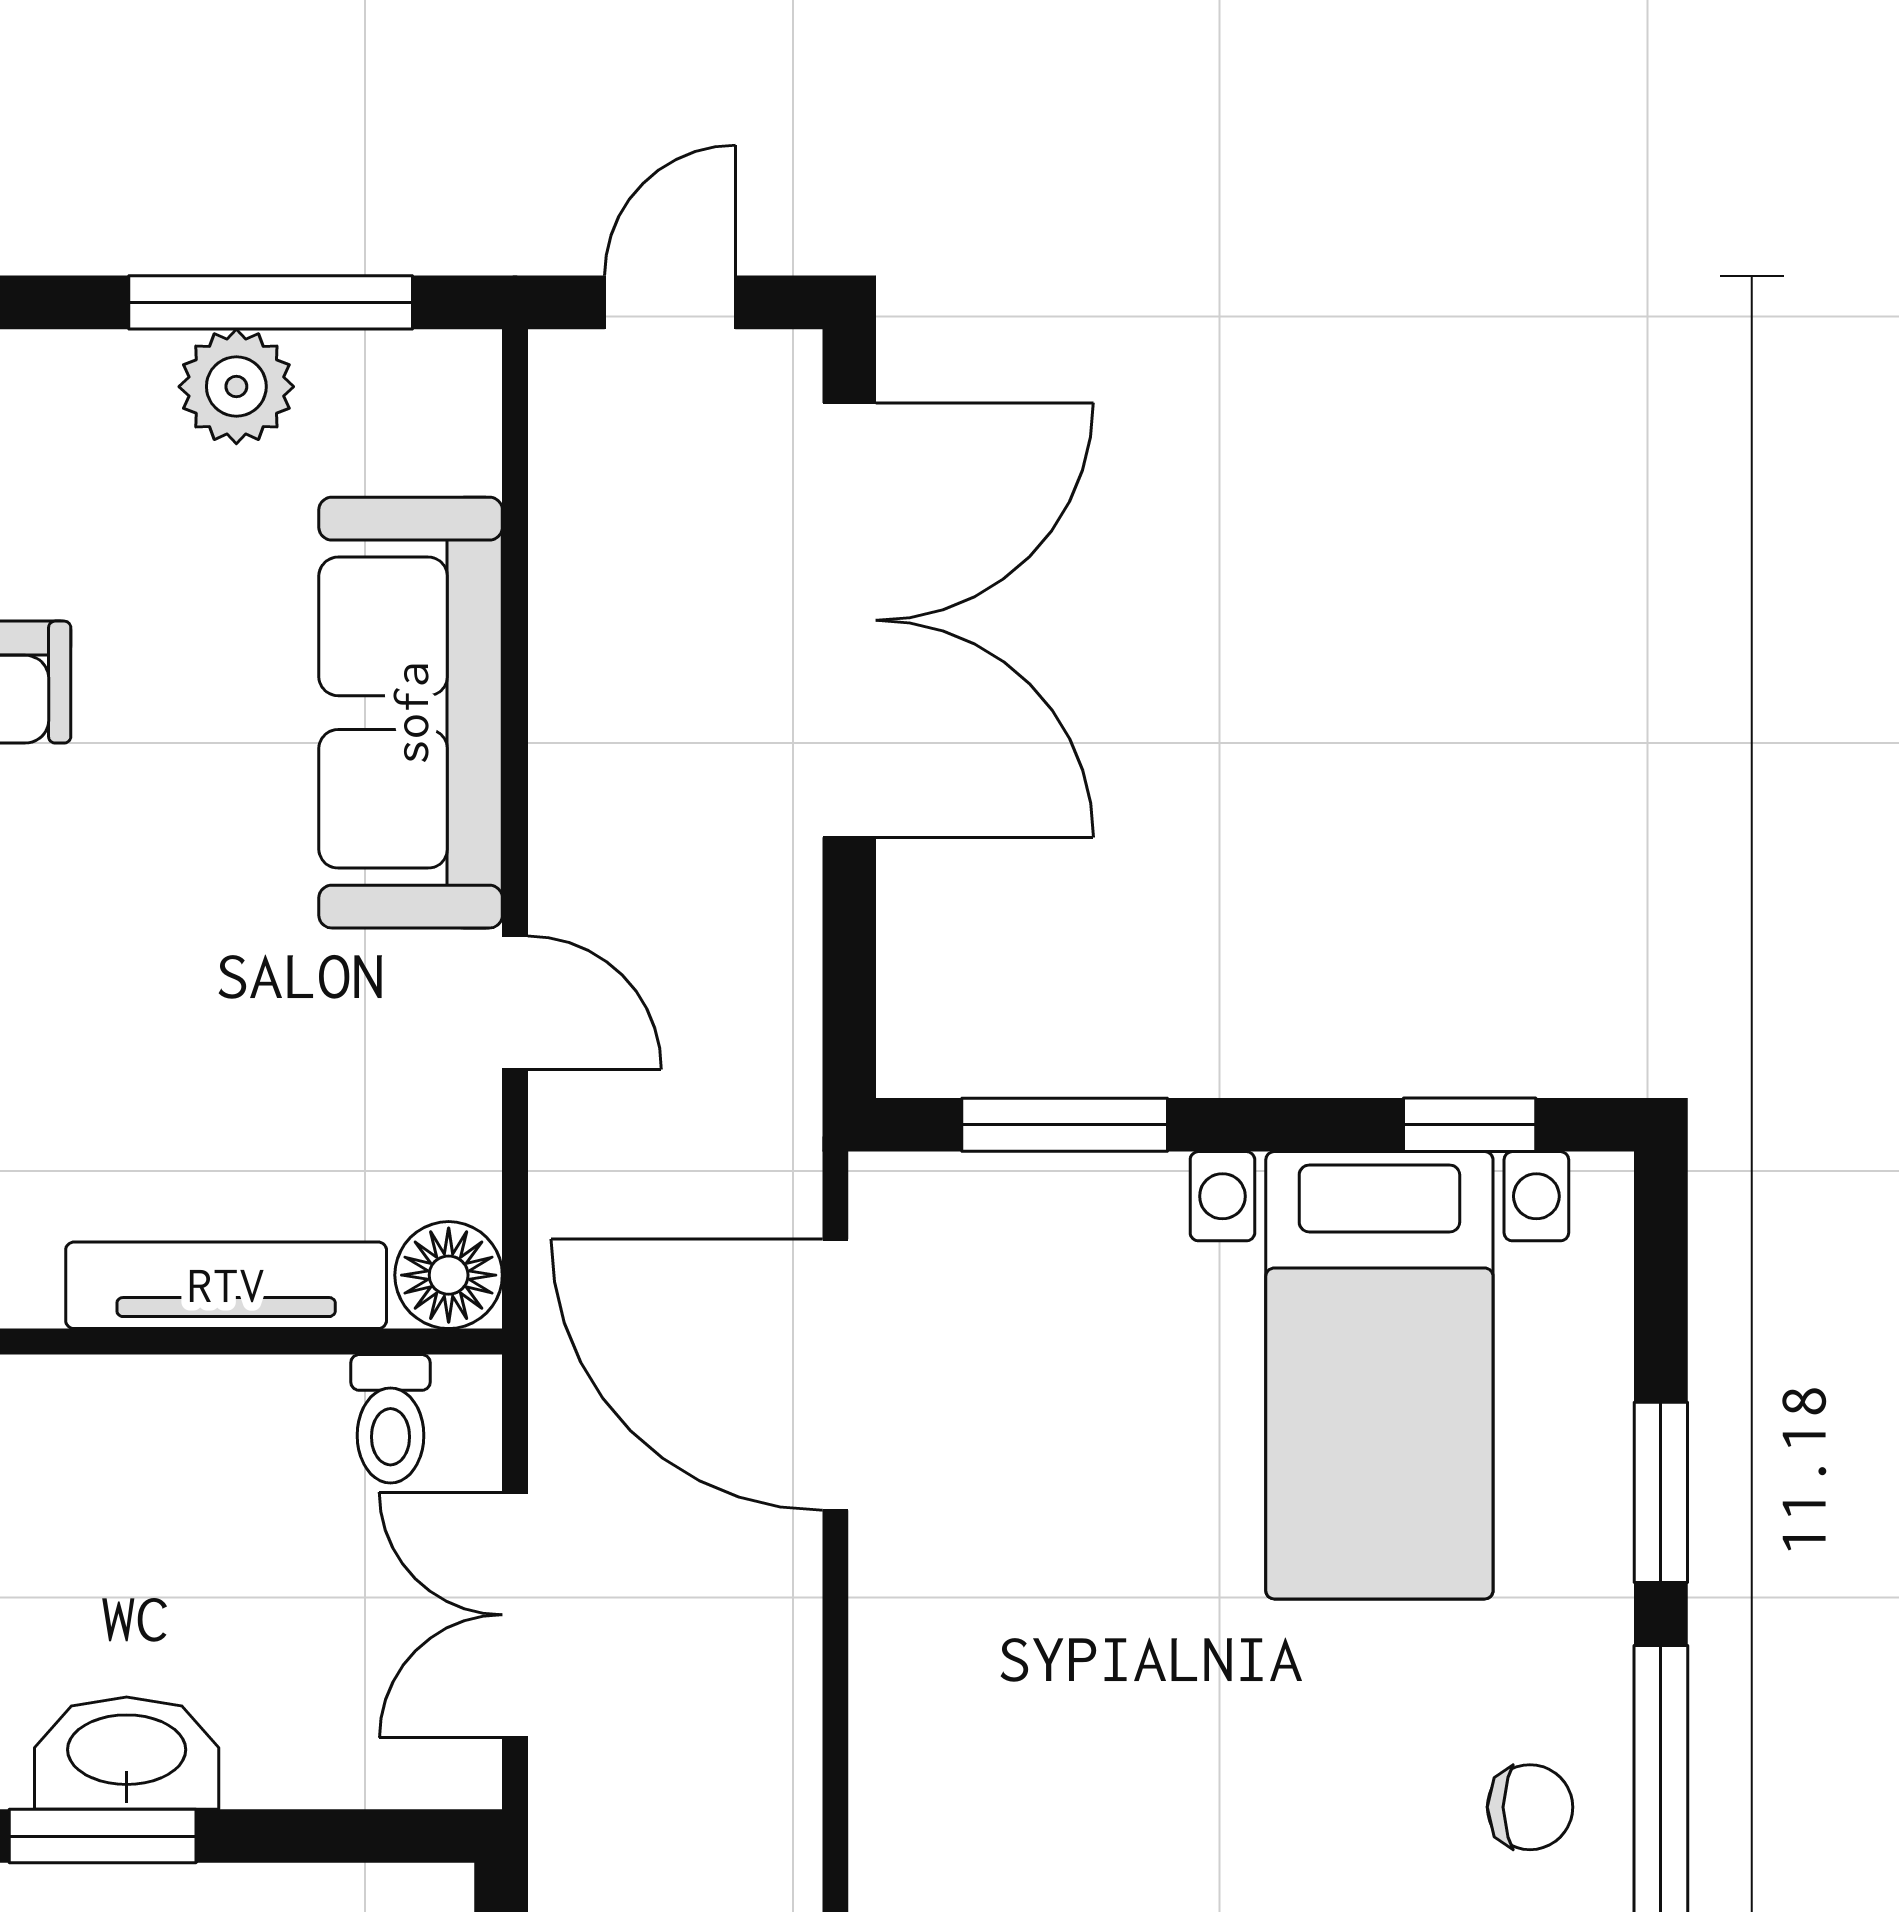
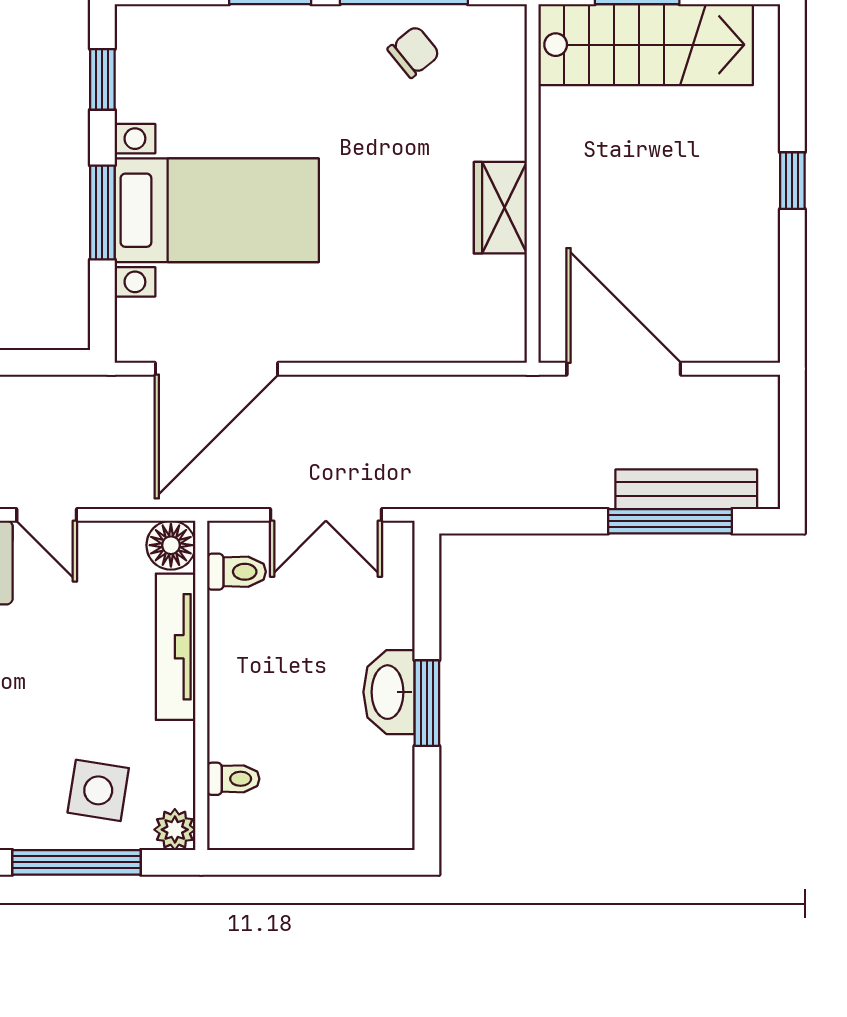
door: (515, 1003) -> (47, 515), swing flipped
window: (1065, 1125) -> (102, 213), moved
bed with nightstands: (1379, 1375) -> (217, 210), moved
chair: (1530, 1807) -> (414, 52), turned 51

